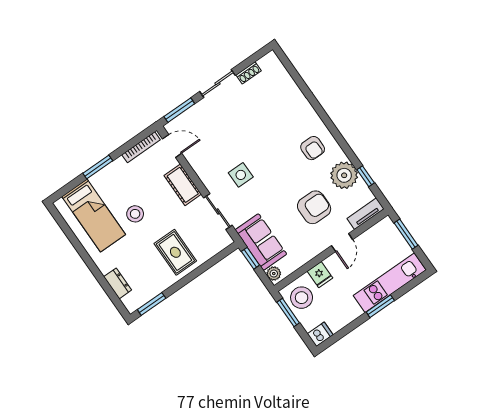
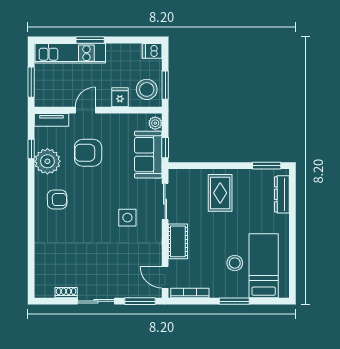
armchair: (313, 148) -> (57, 200), turned 89
stool: (135, 214) -> (235, 263), moved
dresser: (118, 283) -> (282, 194), width x1.44

